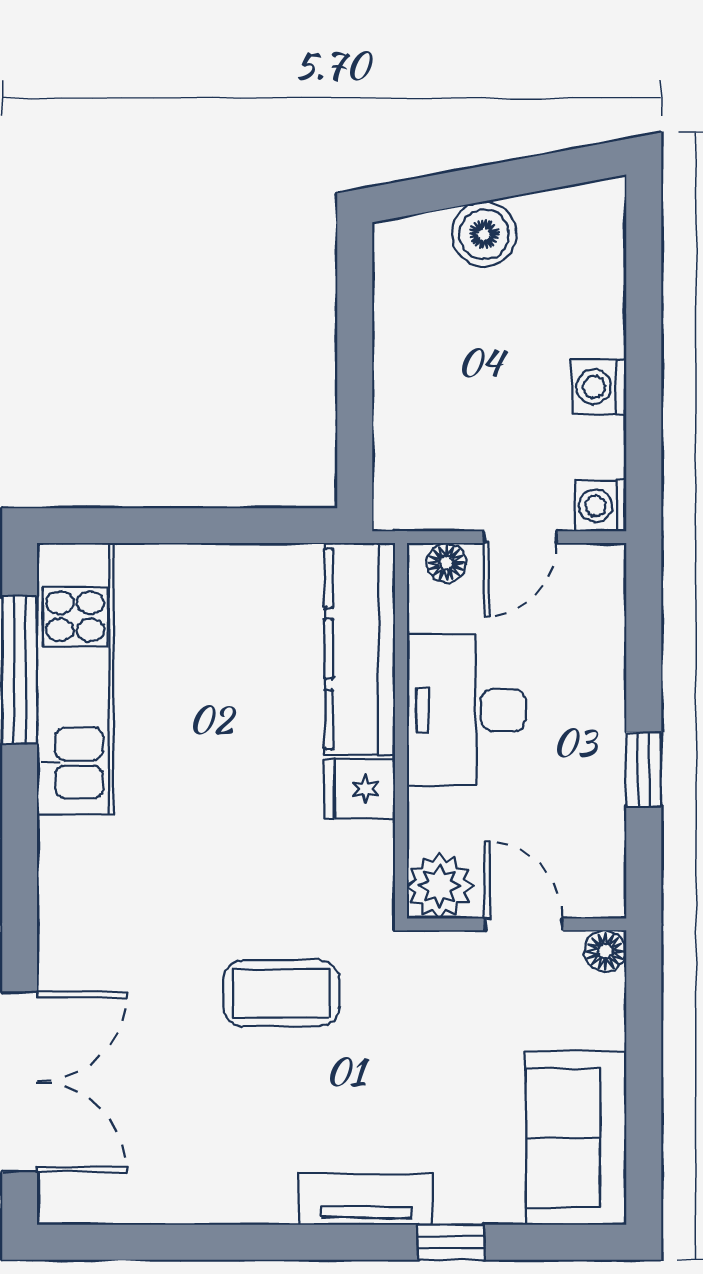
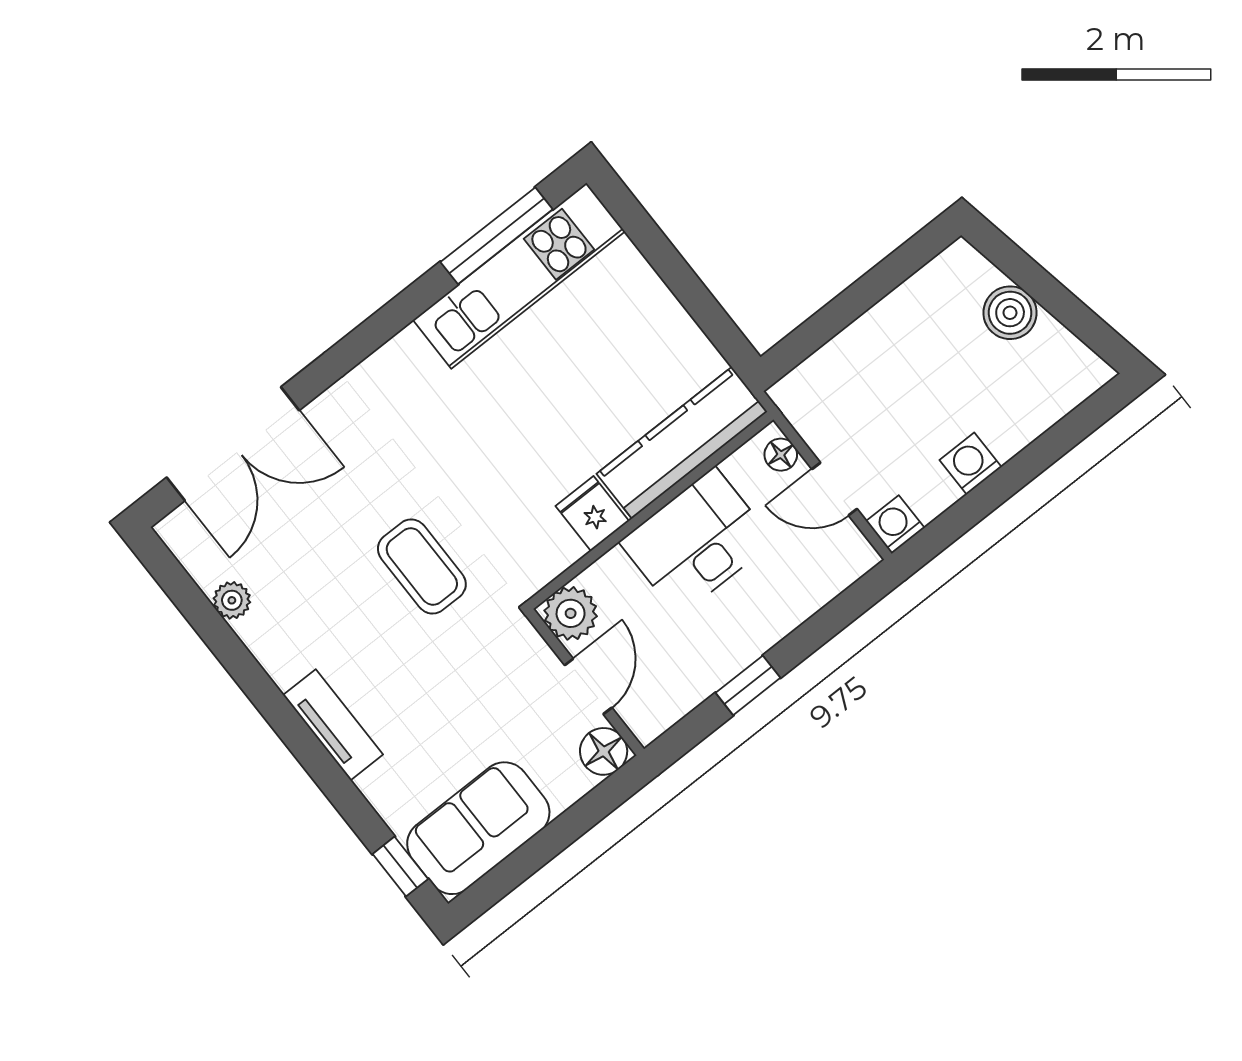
floor lamp: (605, 951) -> (604, 751), width x1.37, depth x1.37
plant: (169, 1202) -> (232, 600), added
window: (451, 1242) -> (400, 866), moved

